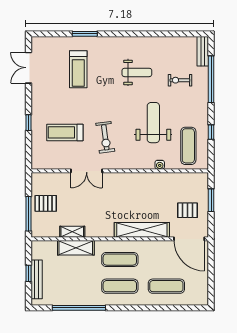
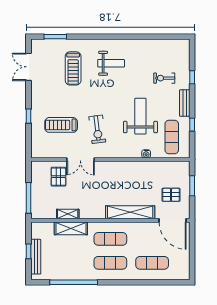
window: (85, 34) -> (55, 37), moved
bench: (203, 51) -> (185, 103), moved
weight bench: (137, 72) -> (111, 63), moved
window: (211, 79) -> (192, 77), width x0.32
pallet: (46, 203) -> (58, 177), moved, turned 90

